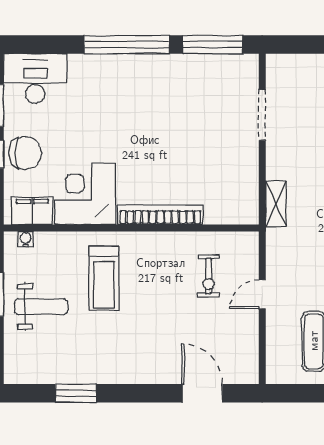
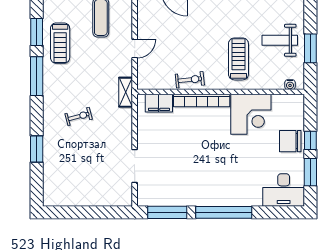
shelving: (276, 204) -> (126, 92), moved
filing cabinet: (32, 211) -> (159, 103), moved
exercise bike: (209, 276) -> (190, 80), moved, turned 84

